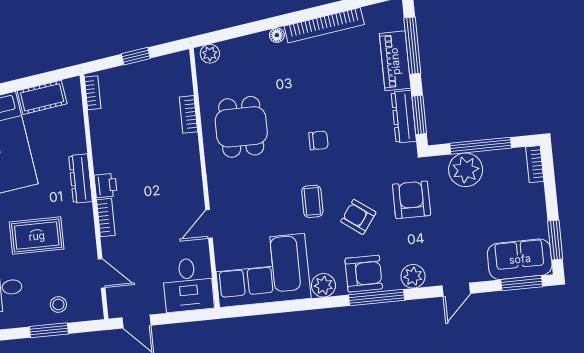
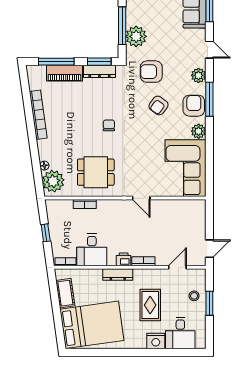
floor lamp: (277, 35) -> (44, 166), moved
plant: (210, 54) -> (53, 181), width x1.87, depth x1.87
coffee table: (312, 201) -> (146, 133), removed
door: (209, 224) -> (141, 198), moved
desk: (188, 285) -> (92, 250), moved, turned 90

